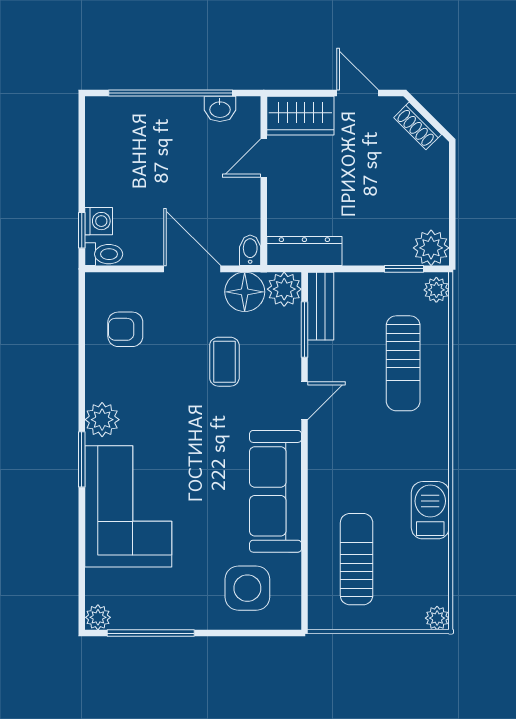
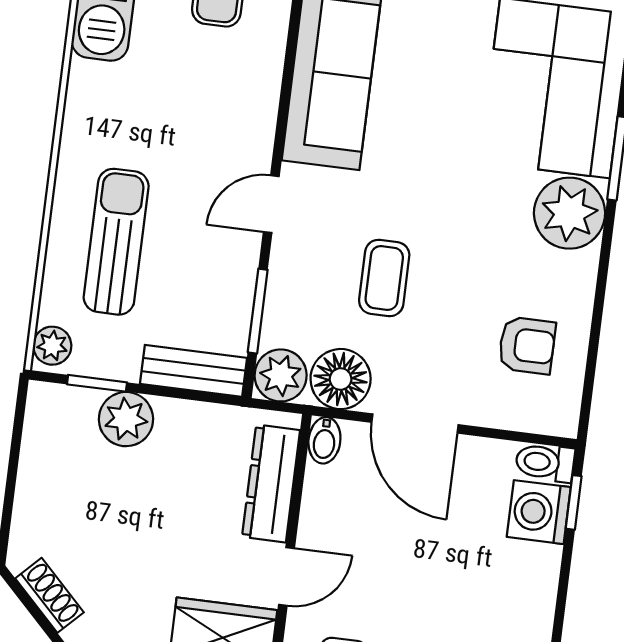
washing machine: (99, 221) -> (539, 512), width x1.38, depth x1.38
plant: (431, 248) -> (126, 419), moved
dresser: (304, 251) -> (271, 484), moved, turned 90
bench: (321, 306) -> (193, 371), moved, turned 90
plant: (102, 420) -> (570, 213), width x1.36, depth x1.36

